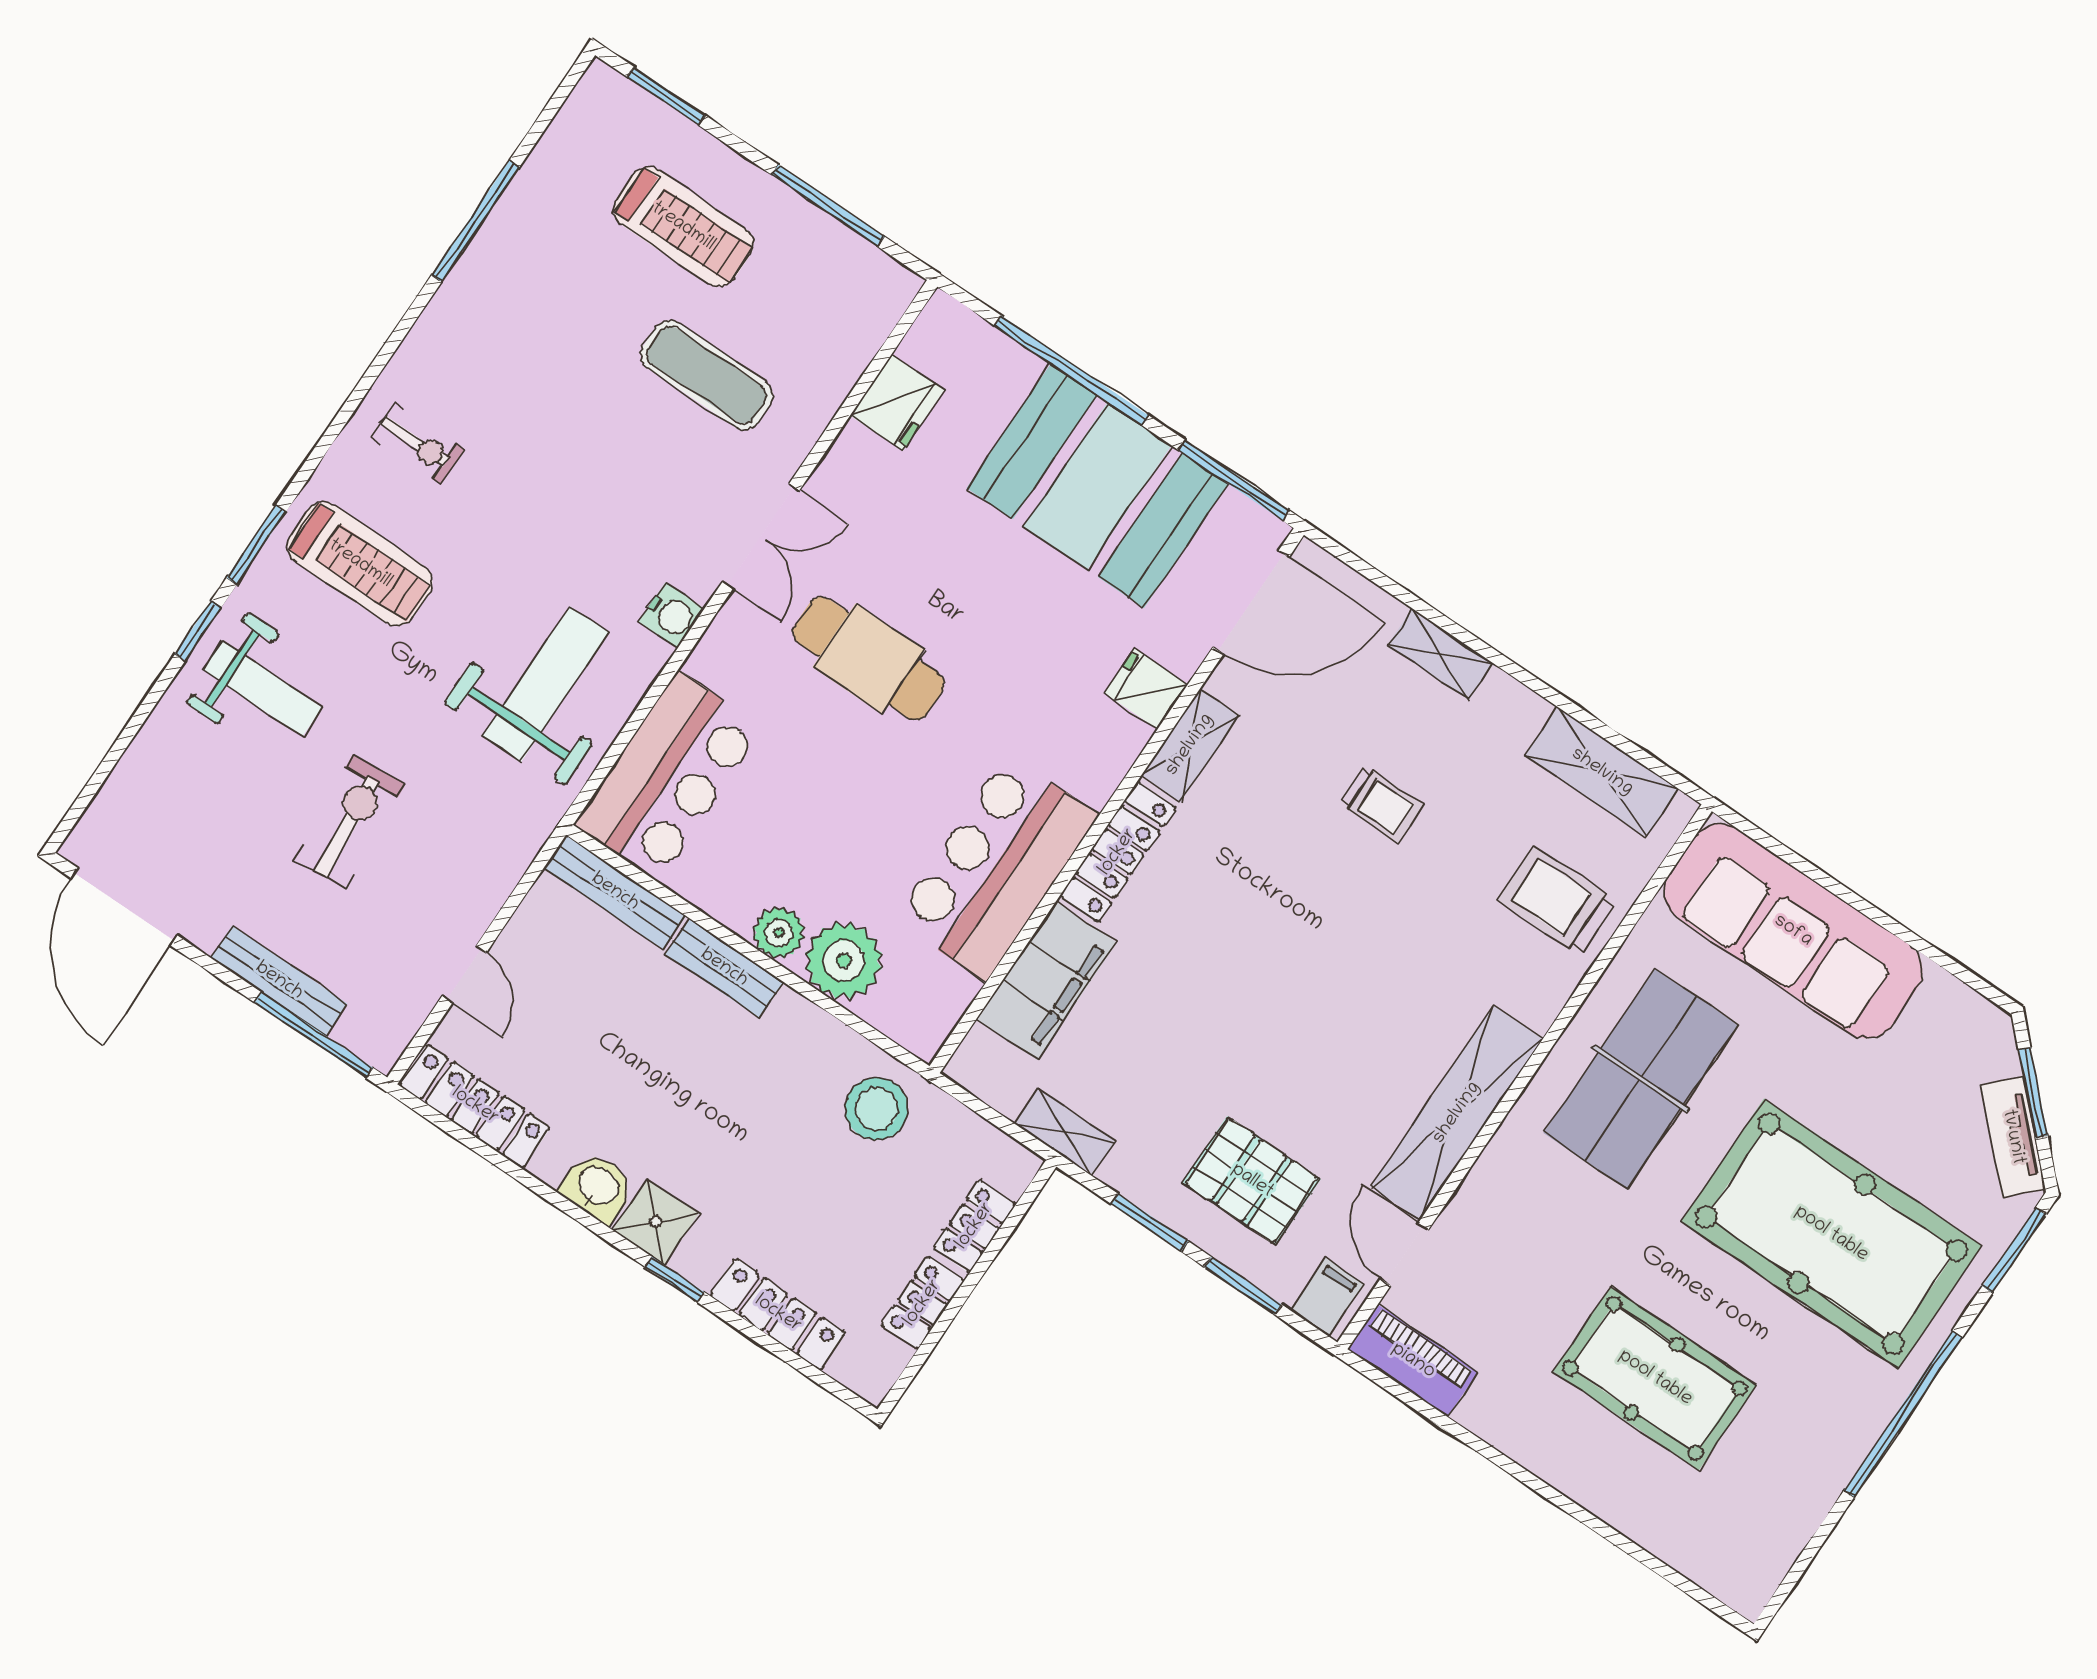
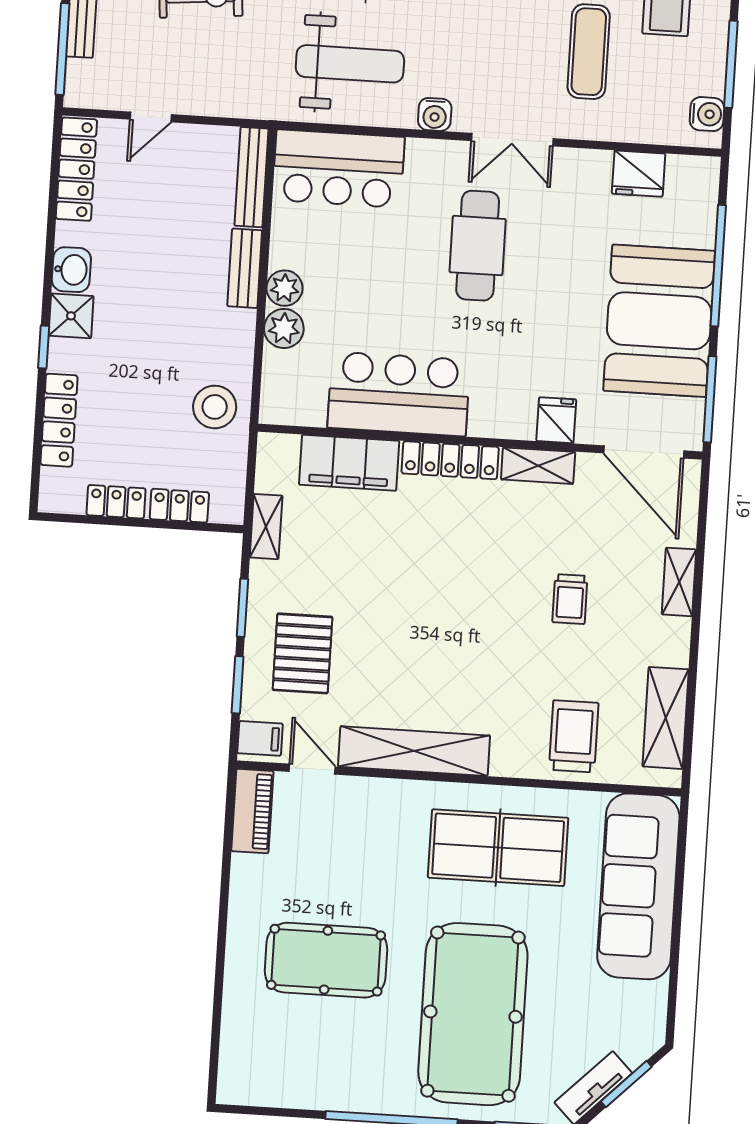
water cooler: (873, 273) -> (707, 114), added
plant: (844, 961) -> (284, 328), width x0.73, depth x0.73
door: (1404, 1254) -> (312, 769), hinge flipped
pool table: (1655, 1378) -> (326, 960), turned 90

